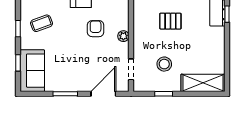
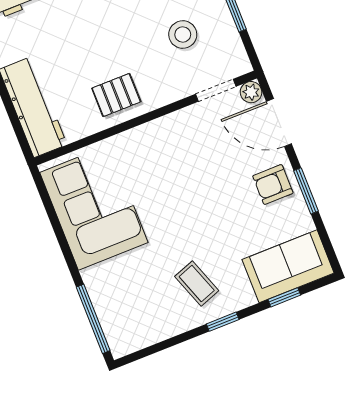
pallet: (170, 21) -> (116, 95), moved, turned 90
armchair: (96, 29) -> (273, 184), moved
plant: (123, 36) -> (251, 92), moved

